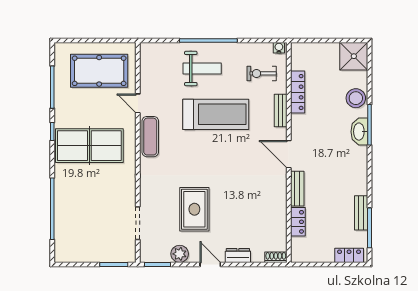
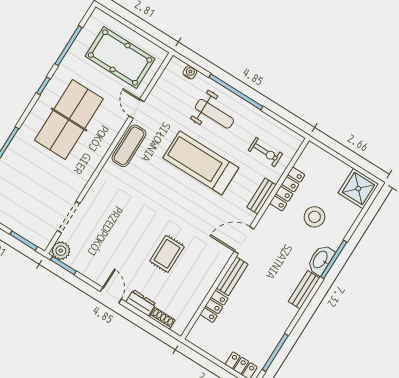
water cooler: (279, 48) -> (190, 72), moved
exercise bike: (262, 73) -> (265, 152), turned 180
stool: (356, 98) -> (314, 217), moved
treadmill: (216, 114) -> (201, 163), turned 180
table tennis table: (89, 146) -> (69, 120), turned 90
door: (289, 154) -> (244, 240), hinge flipped
rug: (194, 209) -> (167, 254), moved, width x0.73, depth x0.70
bench: (361, 213) -> (304, 290), moved
plant: (180, 254) -> (61, 251), moved
shoe rack: (276, 257) -> (162, 318), moved

